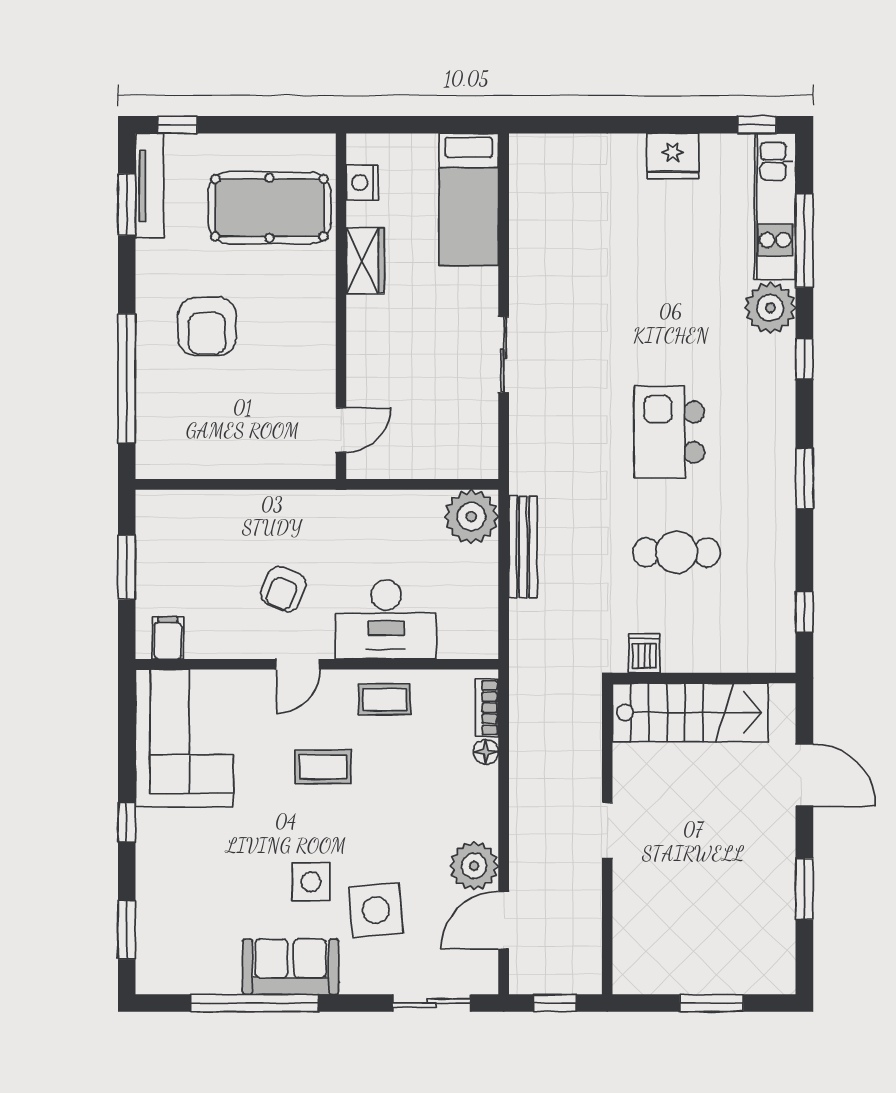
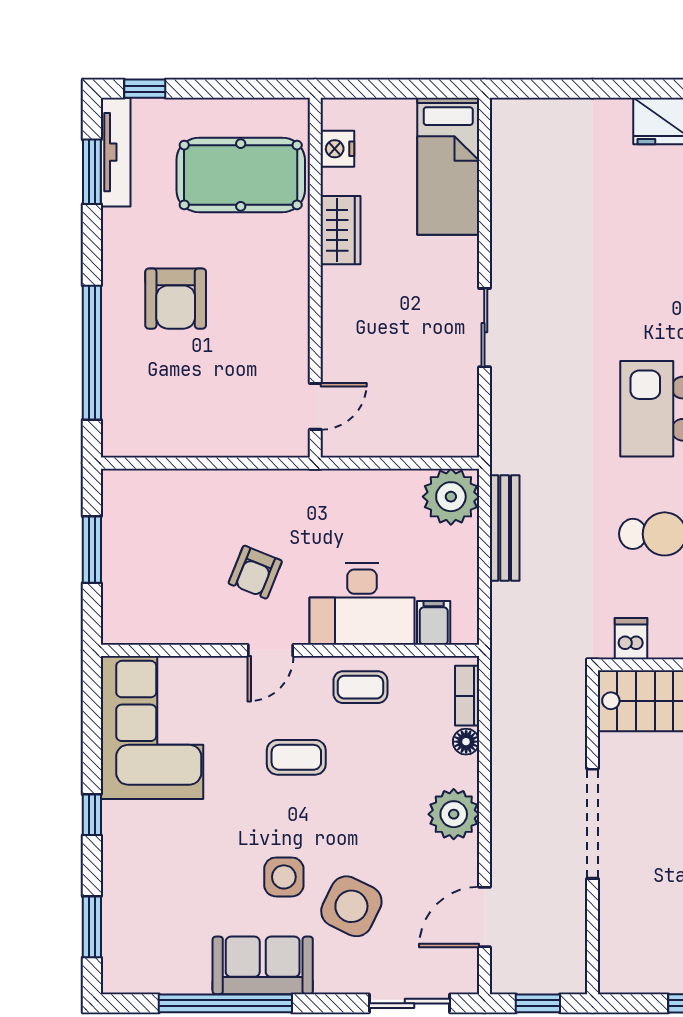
filing cabinet: (168, 638) -> (434, 623), moved
doorway: (607, 831) -> (592, 824), width x1.88
plant: (474, 866) -> (454, 814), moved
side table: (376, 910) -> (351, 906), turned 31

